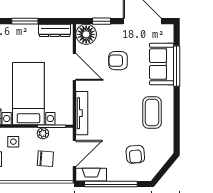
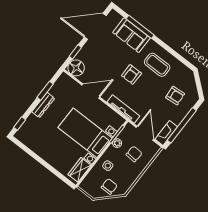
window: (25, 21) -> (45, 91), moved
dresser: (55, 30) -> (43, 105), moved
armchair: (118, 61) -> (131, 74), moved

